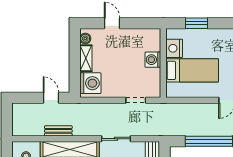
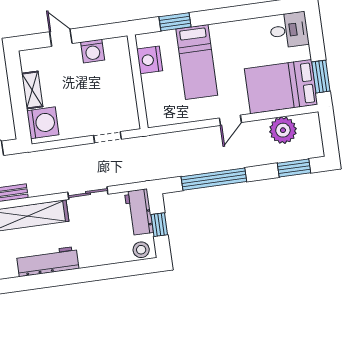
boiler: (85, 39) -> (28, 63), removed
washing machine: (153, 60) -> (93, 51), moved, turned -90
bed: (192, 70) -> (197, 62), moved, turned 90

